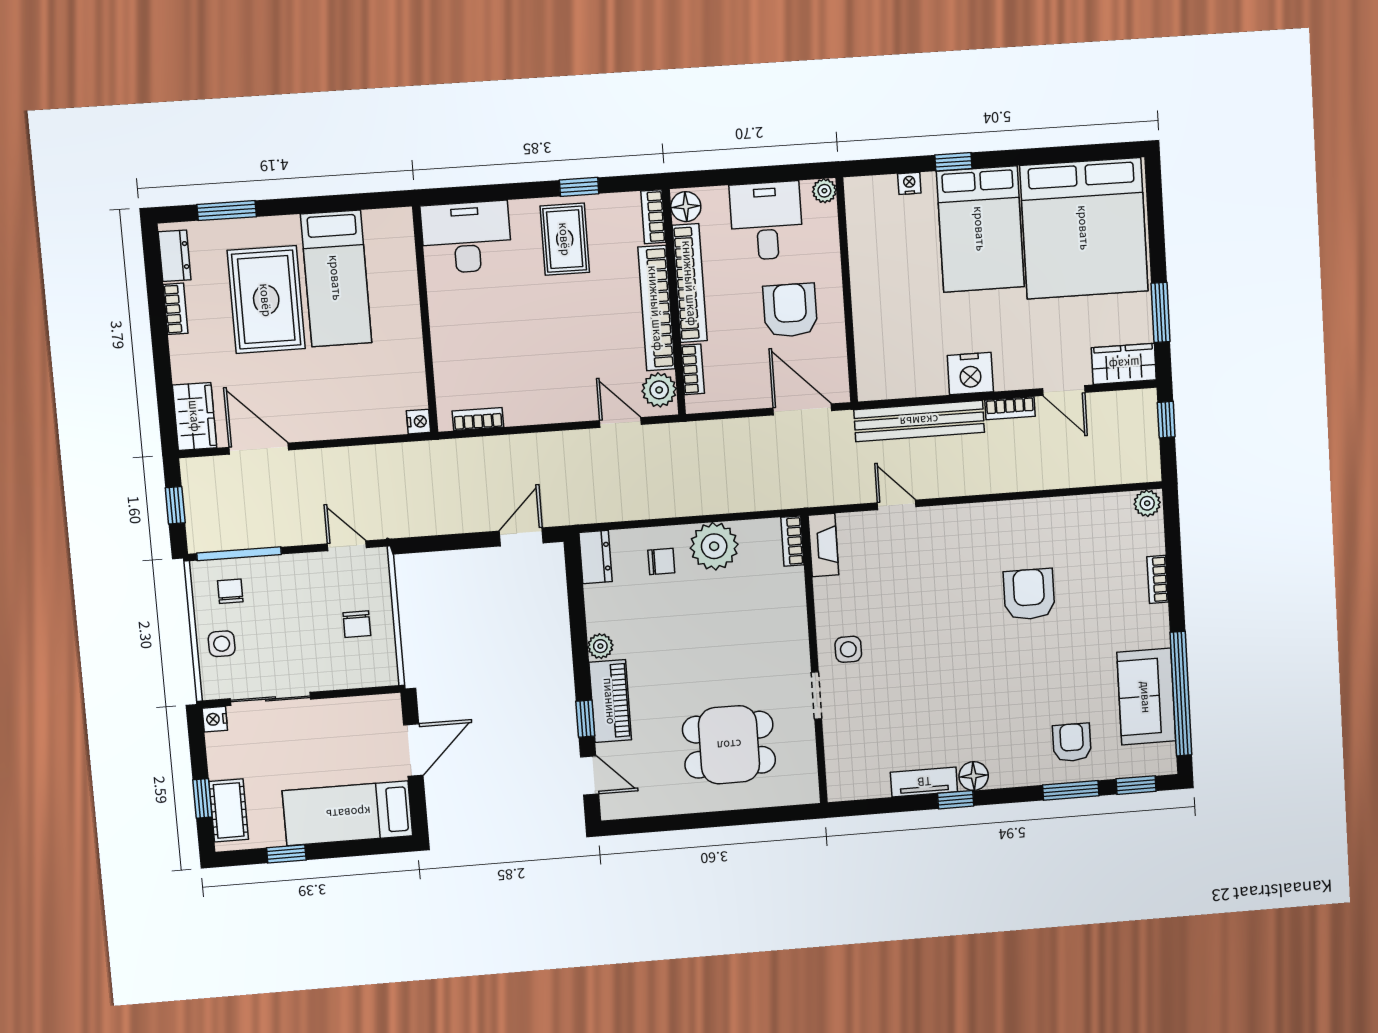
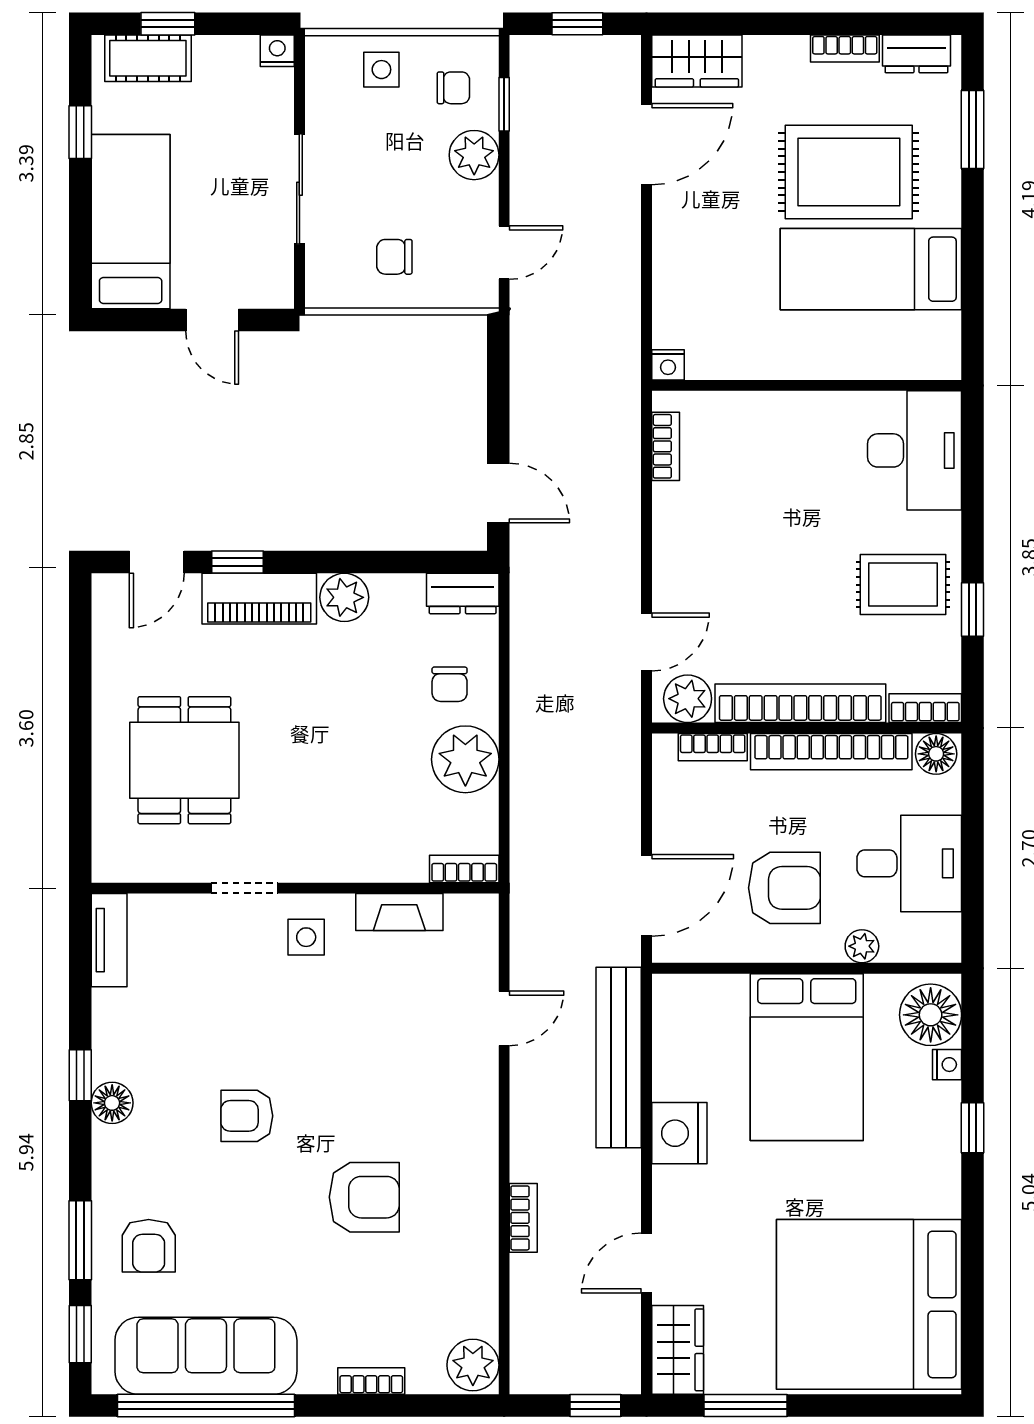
plant: (824, 191) -> (862, 946), moved
floor lamp: (874, 198) -> (931, 1015), added
bed: (980, 229) -> (807, 1057), moved, turned -90
bookcase: (1010, 408) -> (523, 1218), moved, turned 180
plant: (1147, 503) -> (473, 1365), width x1.38, depth x1.38
fireplace: (823, 545) -> (399, 912), moved
window: (239, 554) -> (504, 104), width x0.46
plant: (278, 573) -> (474, 155), added
plant: (600, 646) -> (344, 597), width x1.38, depth x1.38
armchair: (977, 681) -> (247, 1116), added
sofa: (1146, 697) -> (206, 1356), width x1.36
sliding door: (271, 699) -> (299, 189), moved
armchair: (1072, 742) -> (149, 1246), turned 90
door: (413, 750) -> (212, 320), width x0.73
tv unit: (924, 782) -> (109, 940), moved

